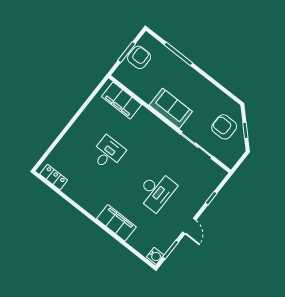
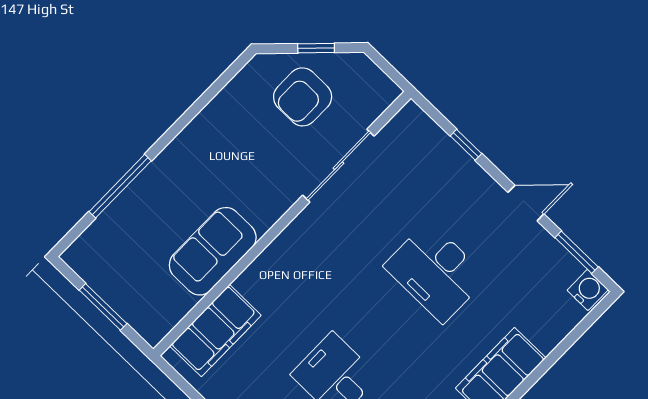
armchair: (139, 57) -> (119, 279), removed
sofa: (171, 108) -> (213, 251), moved
desk: (156, 191) -> (436, 272), turned 180

